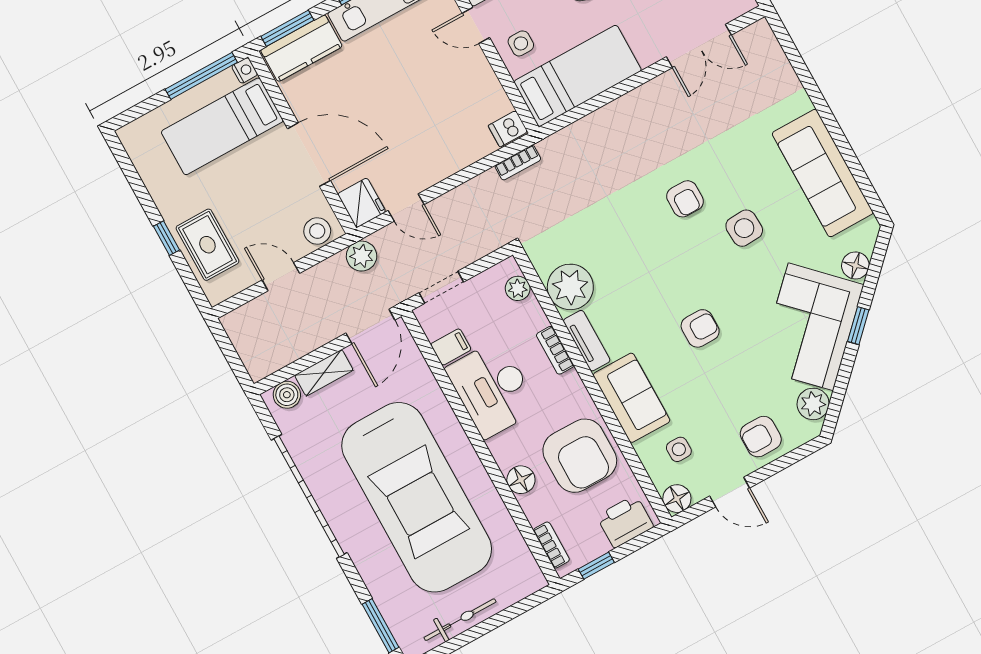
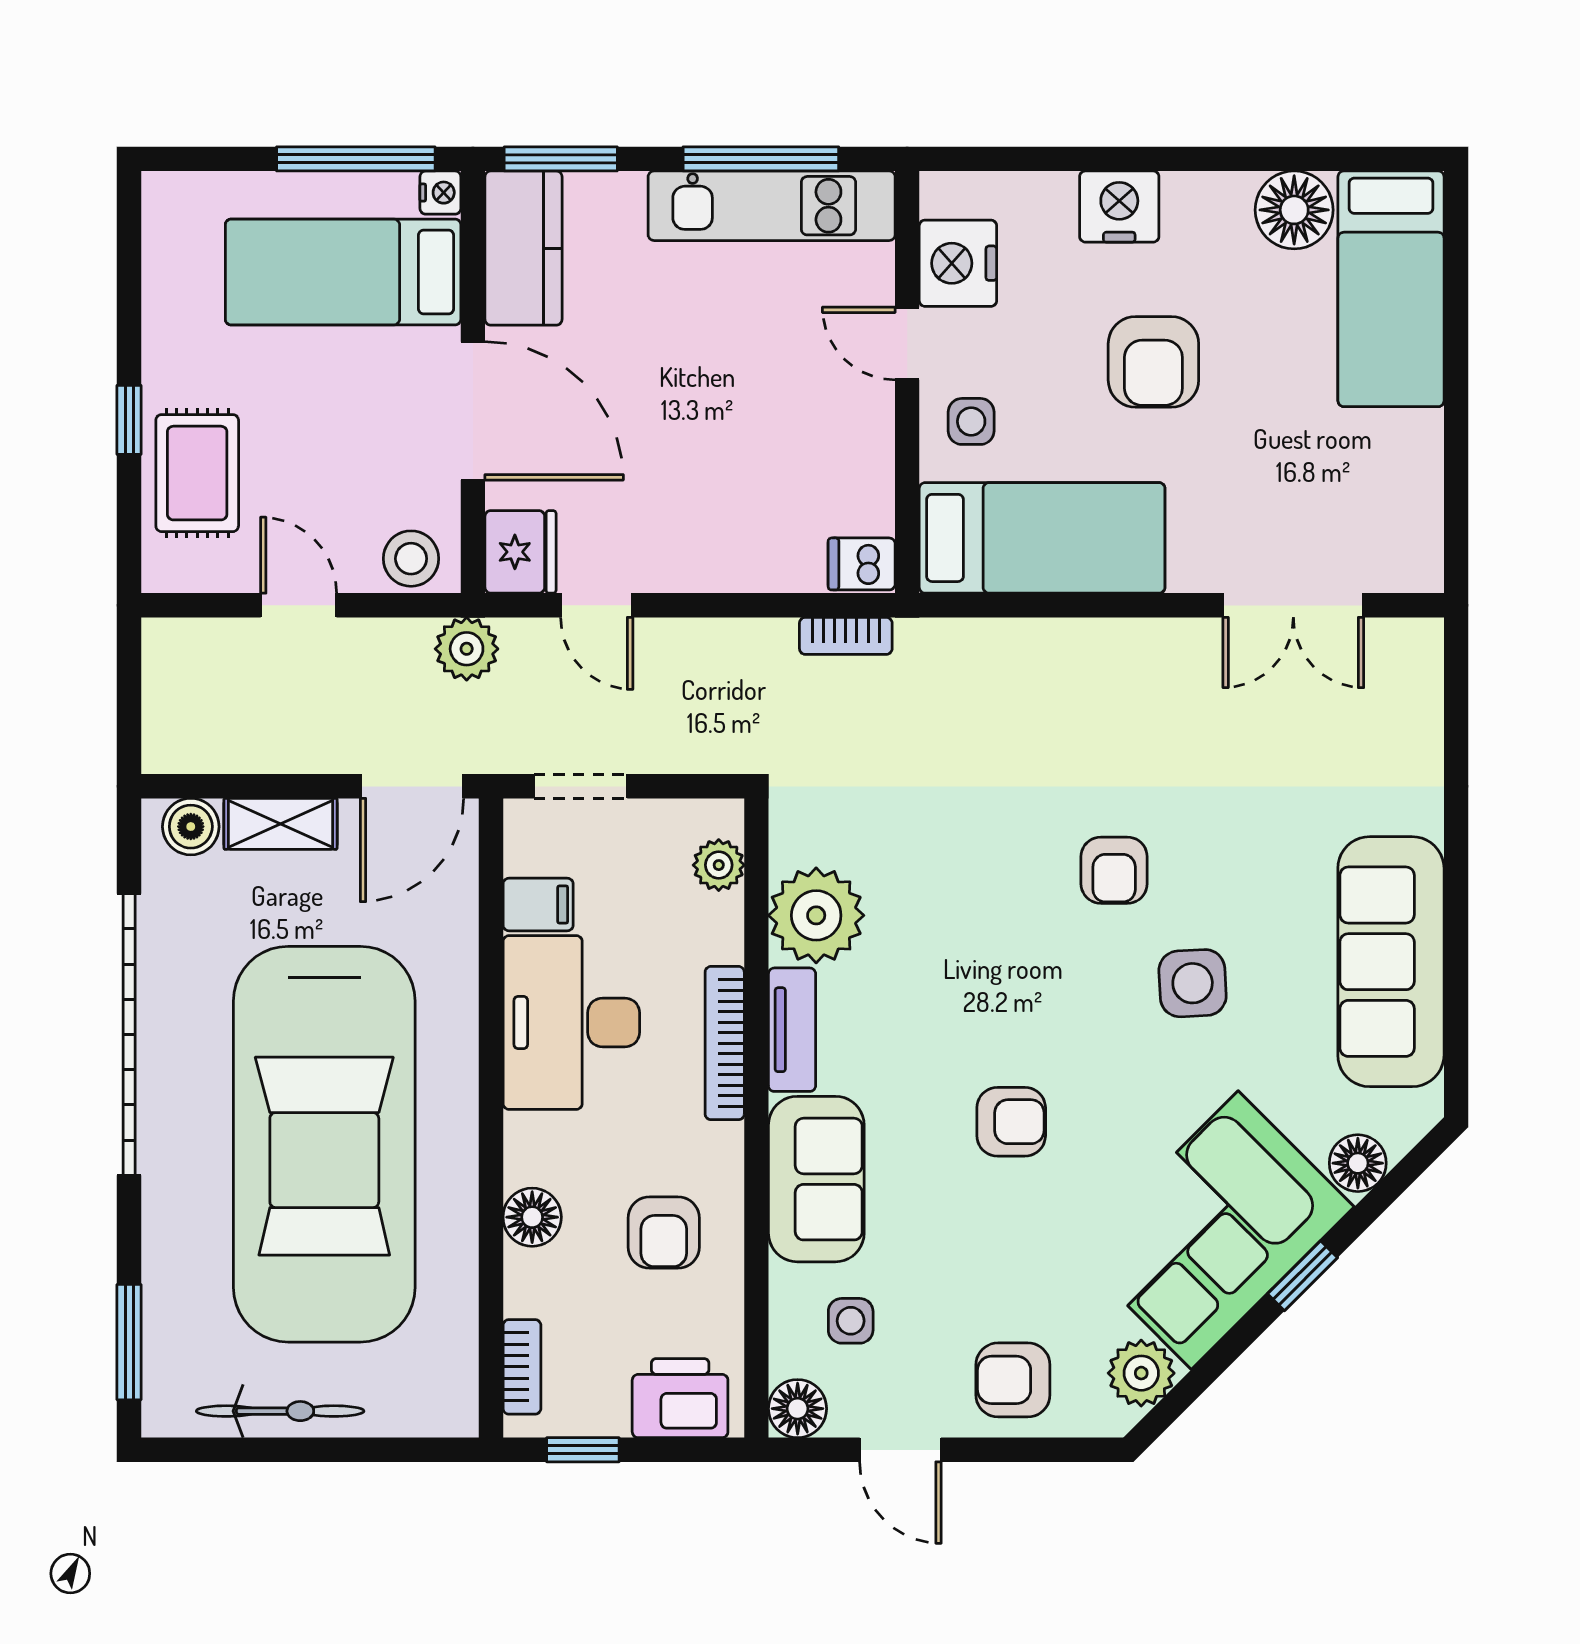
kitchen counter: (301, 48) -> (523, 248), moved, turned -90
bookcase: (555, 350) -> (725, 1043), width x1.56
armchair: (580, 456) -> (664, 1233), width x0.53, depth x0.53

